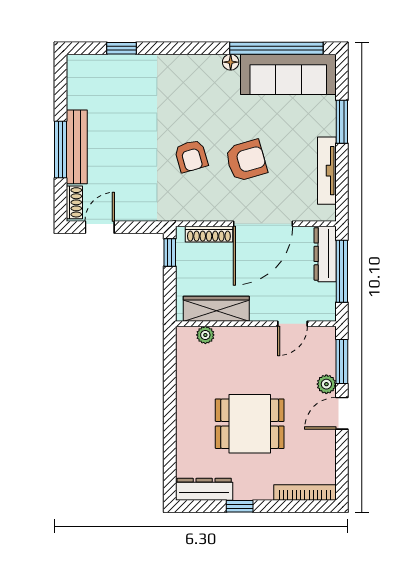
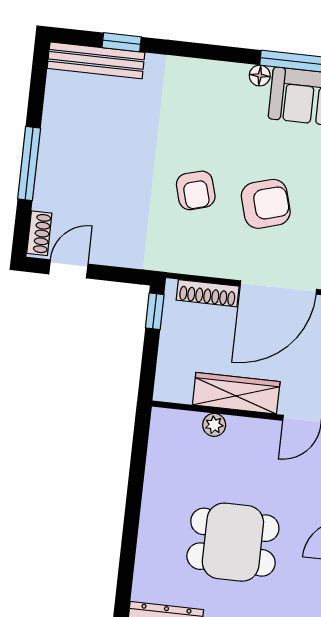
bench: (77, 147) -> (96, 60), moved, turned 90
wardrobe: (216, 309) -> (236, 393), moved
plant: (205, 335) -> (214, 425), moved

